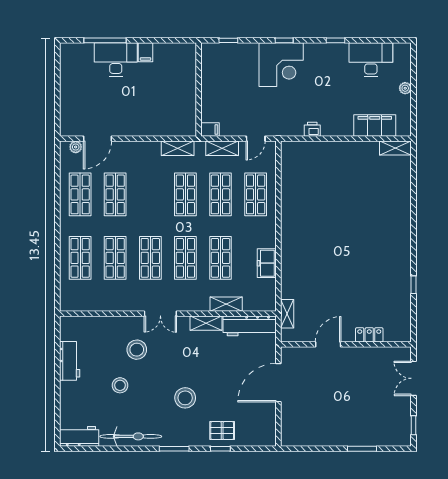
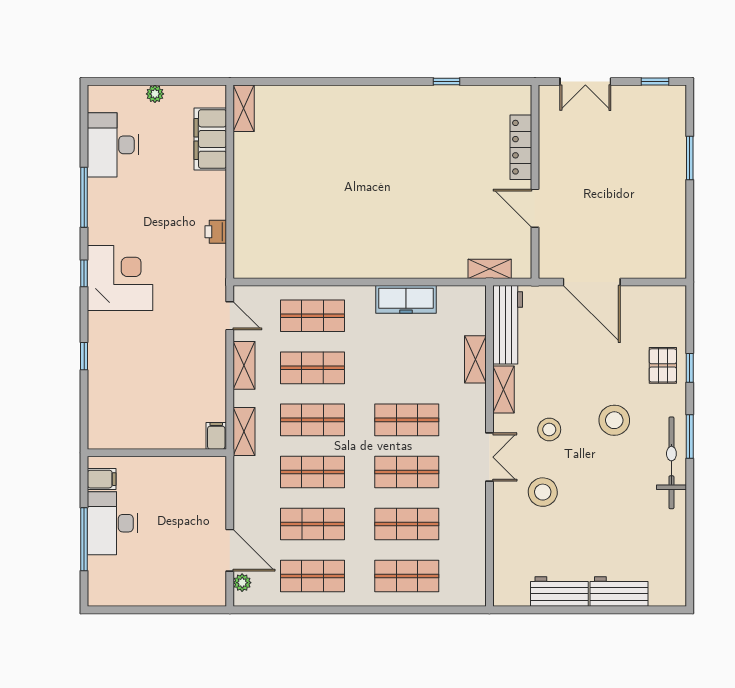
window: (336, 40) -> (84, 197), width x2.17
wall: (199, 90) -> (157, 453), moved
filing cabinet: (210, 130) -> (216, 436), moved
shop shelf: (220, 258) -> (313, 472), moved
freezer: (267, 263) -> (406, 299), width x1.40
locker: (369, 335) -> (521, 147), width x1.53
stool: (120, 385) -> (549, 430), moved
workbench: (79, 436) -> (619, 592), moved, turned 90
bicycle: (131, 436) -> (671, 463), moved

